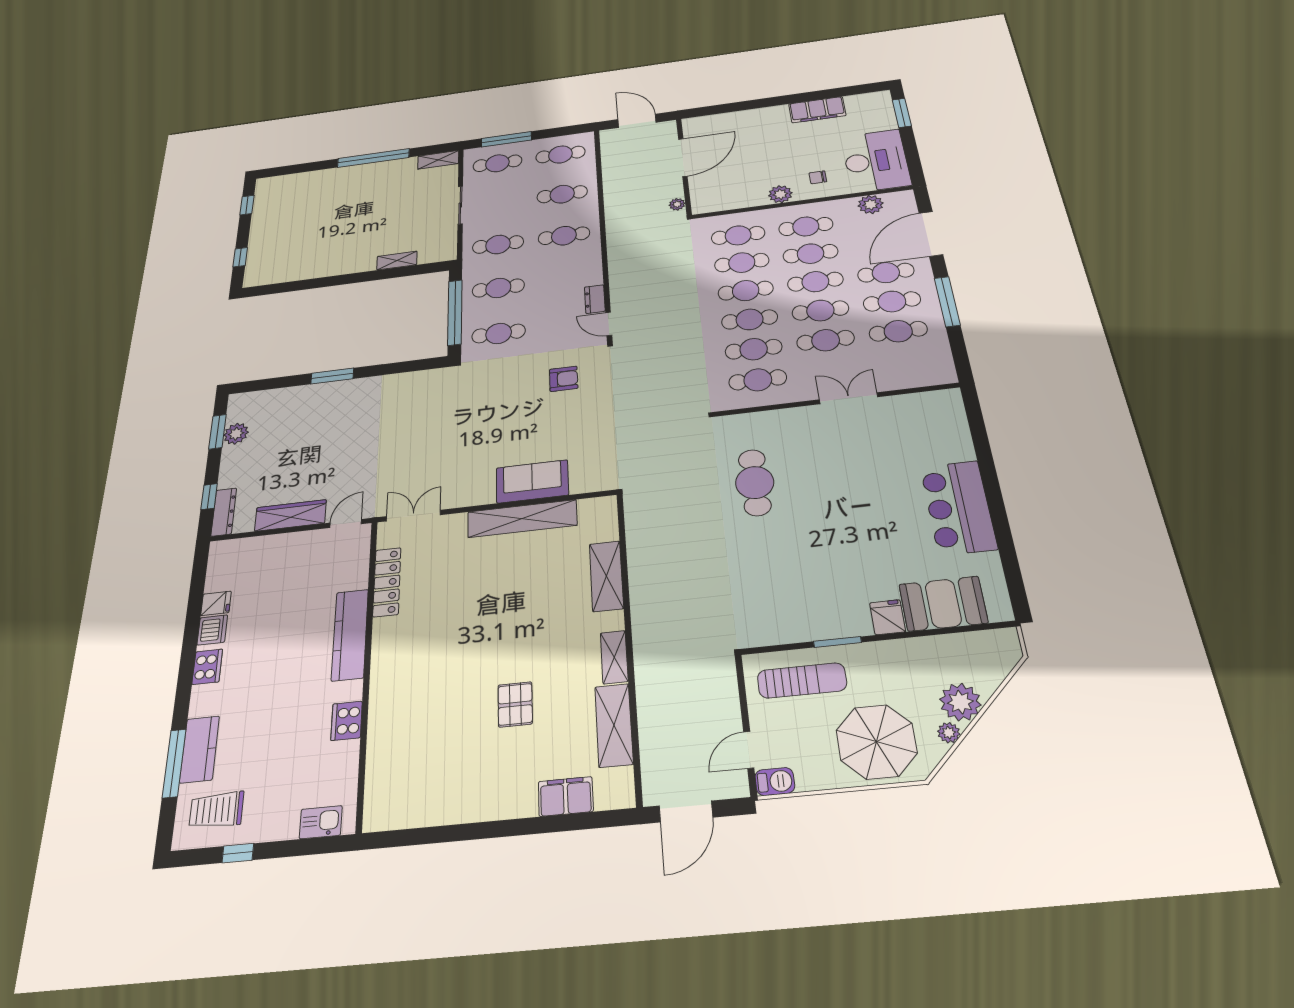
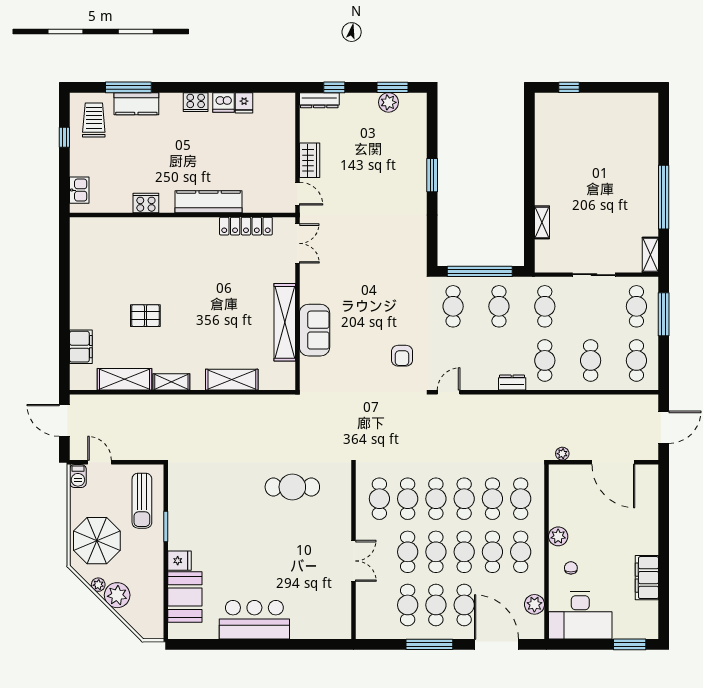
window: (247, 205) -> (628, 87), removed
dresser: (595, 299) -> (512, 383), moved
wardrobe: (291, 515) -> (310, 160), width x0.67

